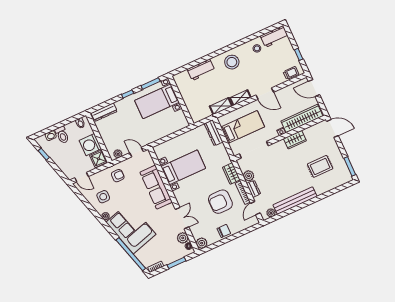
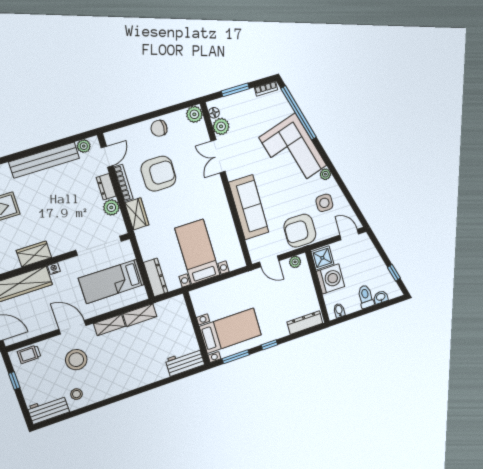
stool: (232, 62) -> (76, 360), moved
workbench: (201, 70) -> (185, 362), moved
bed with nightstands: (183, 167) -> (197, 252), moved, turned 90
armchair: (118, 176) -> (300, 231), width x1.88, depth x1.88

